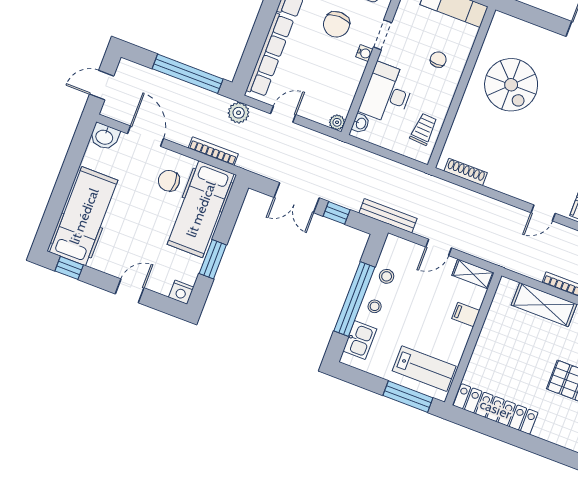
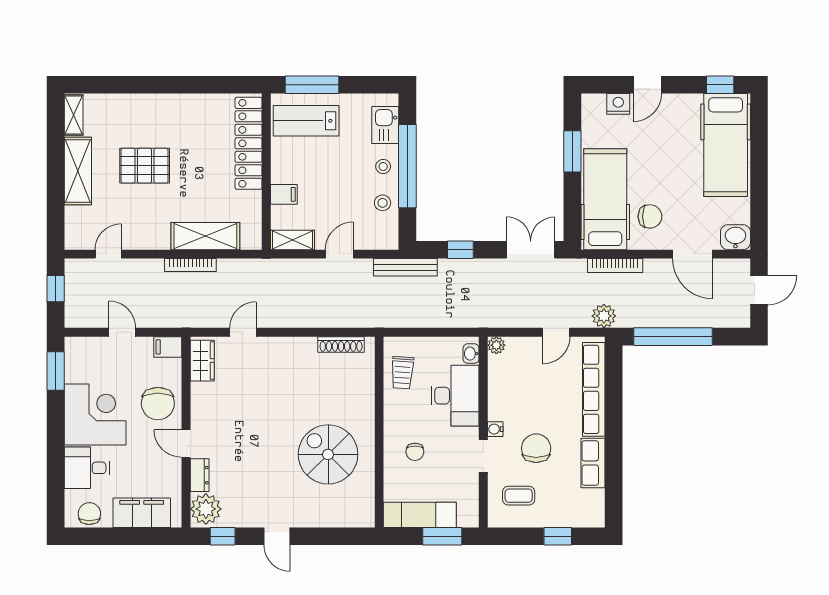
double door: (297, 198) -> (531, 250), moved
nightstand: (181, 292) -> (618, 104), moved
locker: (496, 409) -> (249, 143), moved, turned 90

